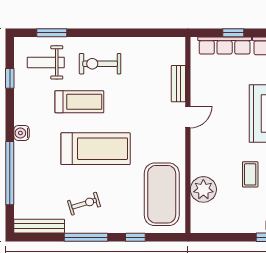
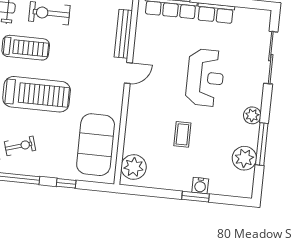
bench: (178, 84) -> (123, 34), width x1.36
plant: (203, 189) -> (134, 167), moved

